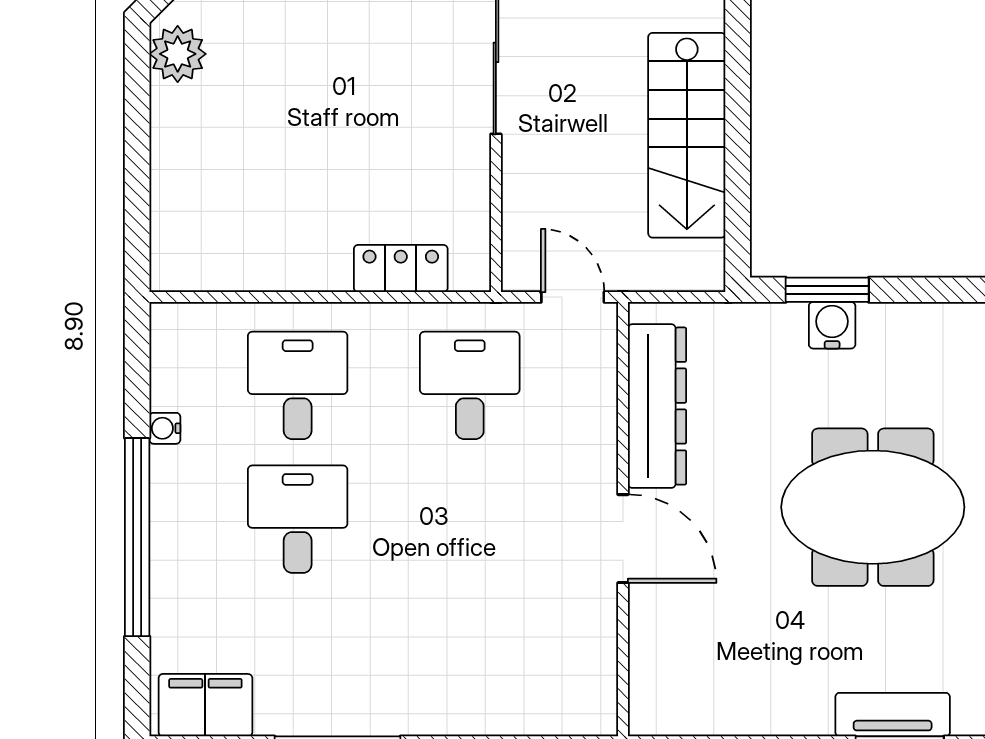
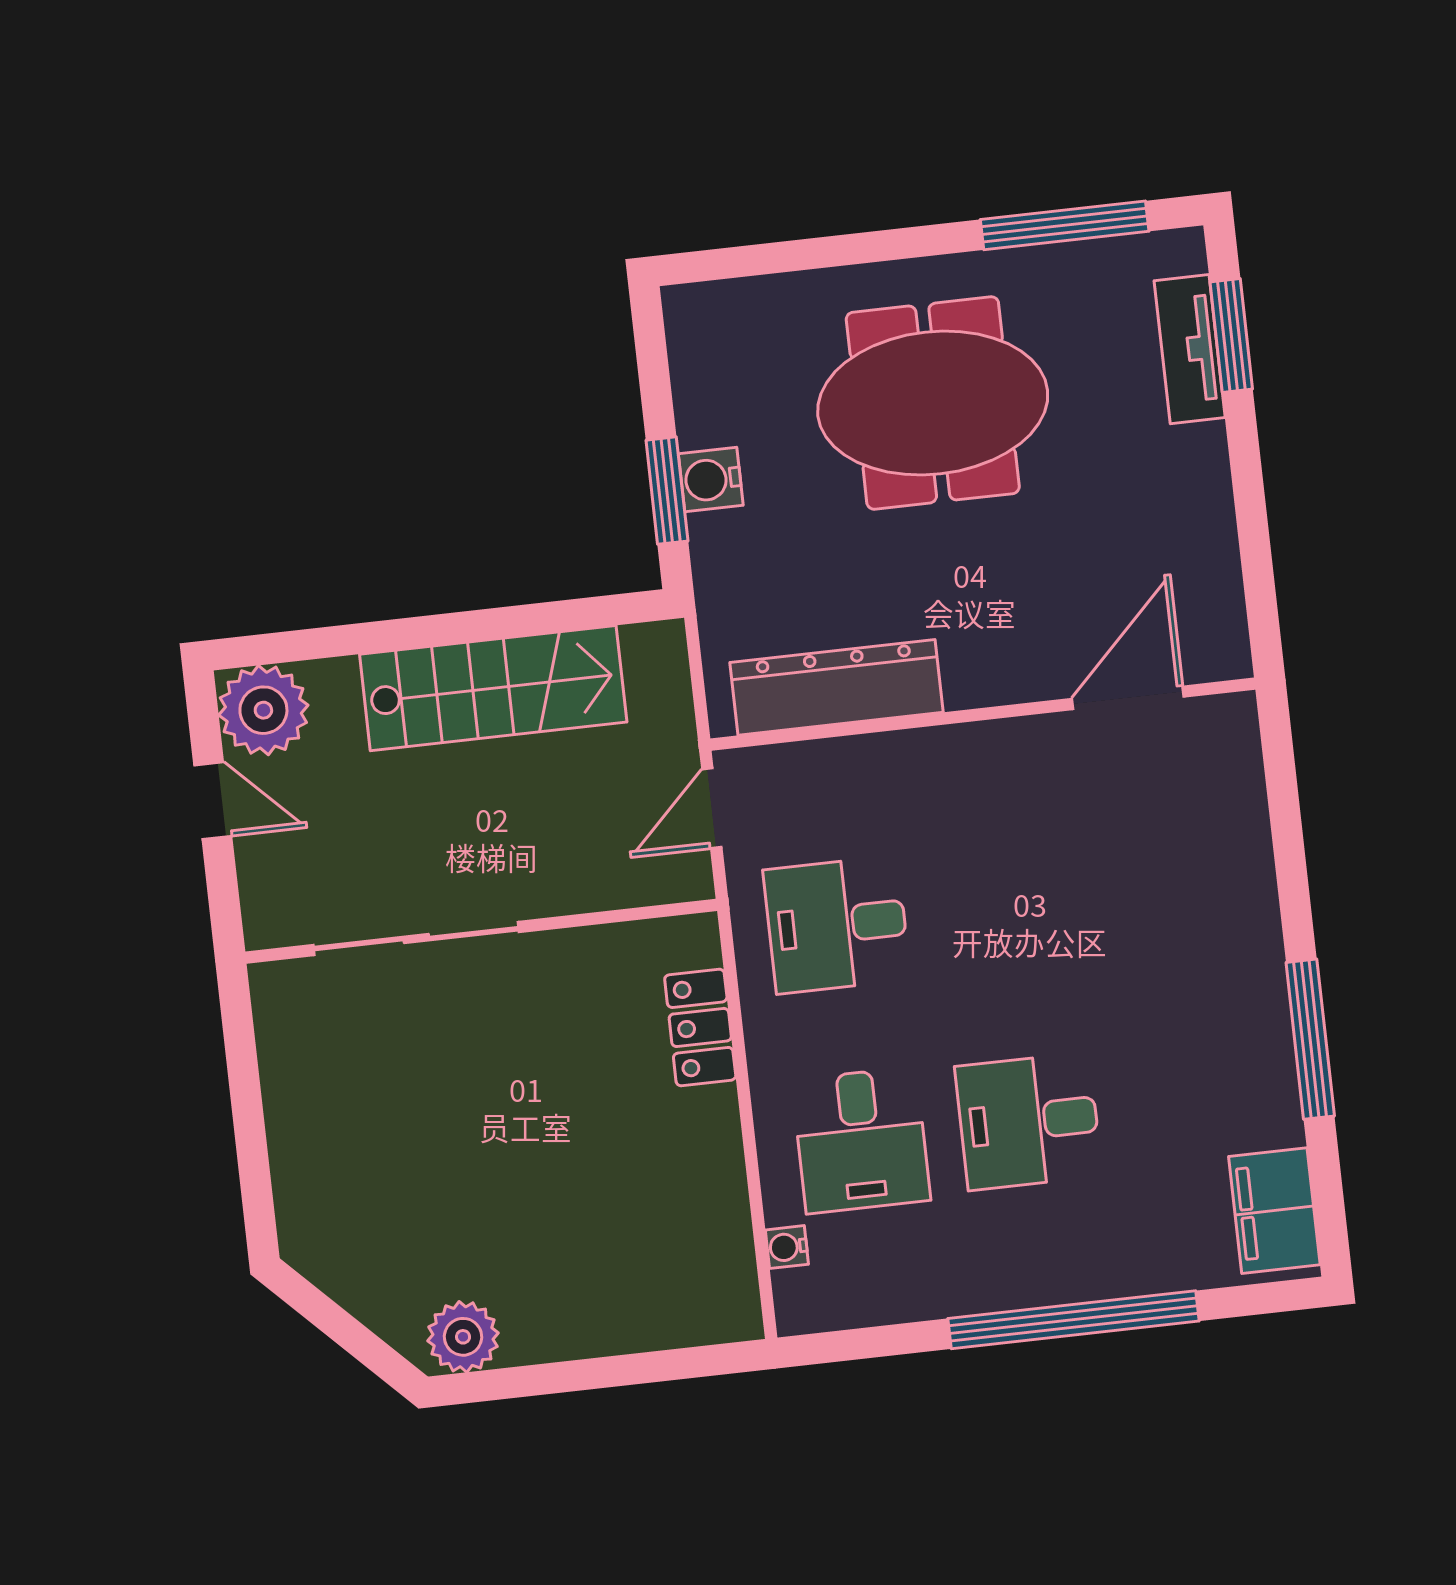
desk: (298, 385) -> (861, 1140), turned -90
water cooler: (165, 428) -> (787, 1247), moved, turned 90
meeting table: (873, 507) -> (933, 403), turned 90
door: (623, 539) -> (1128, 698), moved

